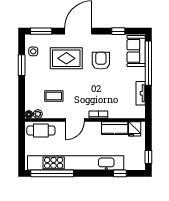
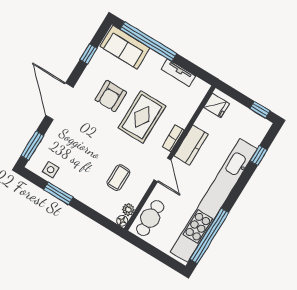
rug: (66, 58) -> (142, 117), moved
armchair: (101, 61) -> (111, 96), turned -90
kitchen counter: (115, 128) -> (191, 145), moved

